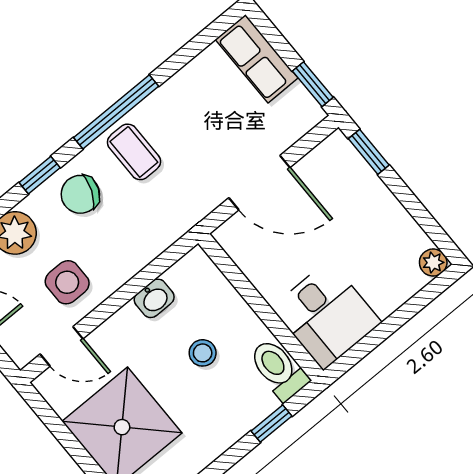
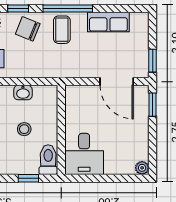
row of seats: (257, 59) -> (108, 22), moved, turned -90
door: (259, 183) -> (117, 82), moved

